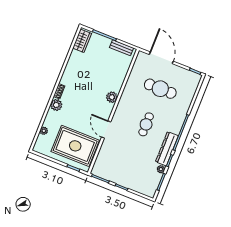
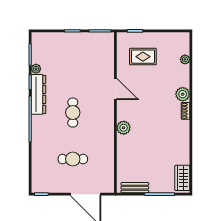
cafe table: (160, 89) -> (73, 159), width x0.73, depth x0.74
rug: (75, 146) -> (143, 57), width x0.54, depth x0.49

